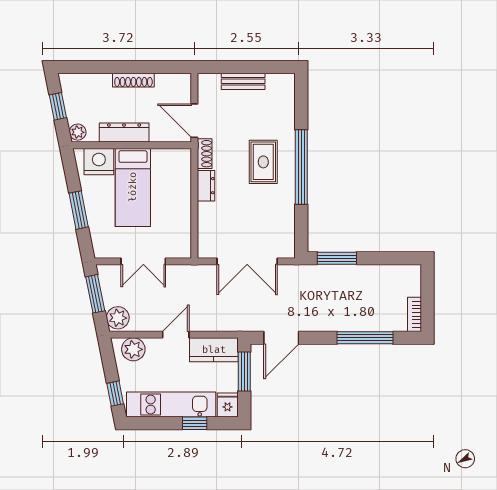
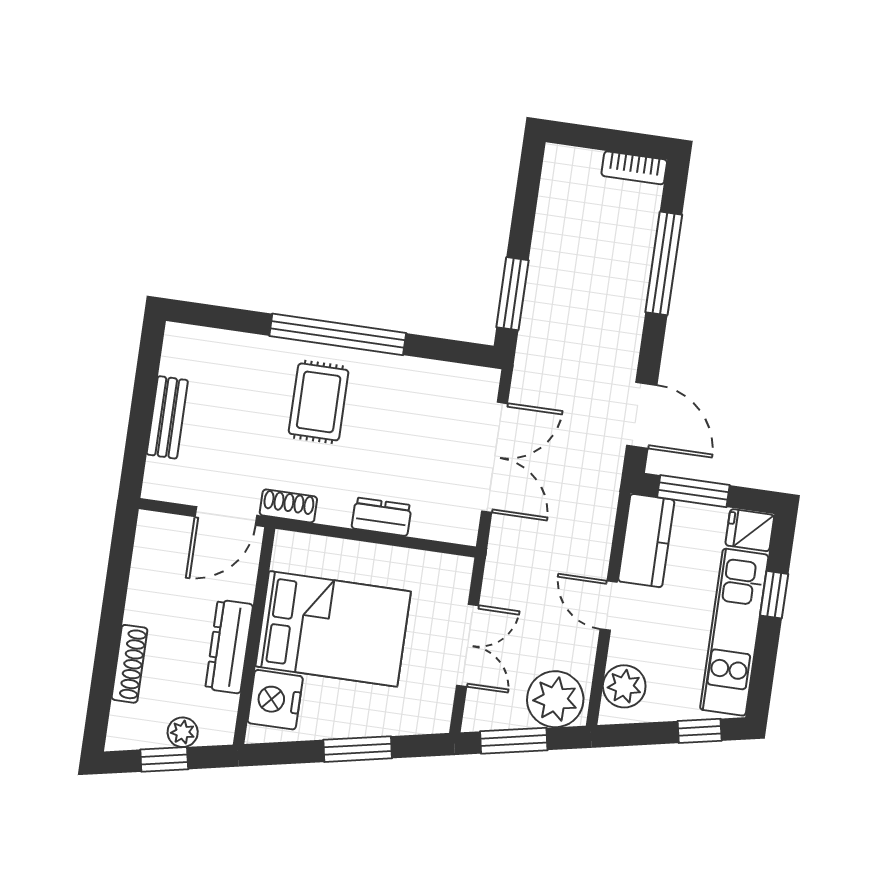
shoe rack: (133, 80) -> (130, 664), moved
plant: (78, 132) -> (183, 732), moved
rug: (263, 162) -> (319, 402), turned 90
dresser: (206, 186) -> (382, 517), moved
bed: (133, 187) -> (333, 629), width x1.50
plant: (118, 318) -> (555, 699), width x1.36, depth x1.36

